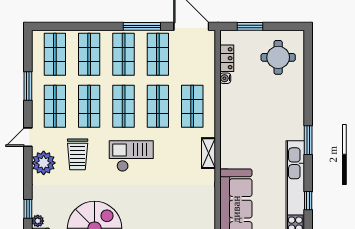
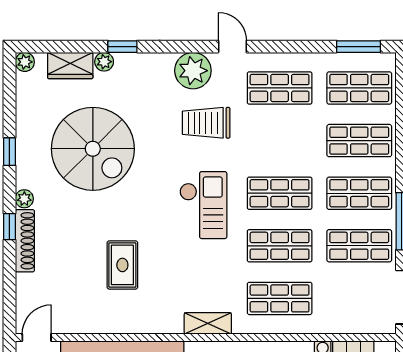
window: (28, 86) -> (359, 47), moved
shop shelf: (89, 106) -> (280, 141), removed
rug: (170, 209) -> (122, 265), added

